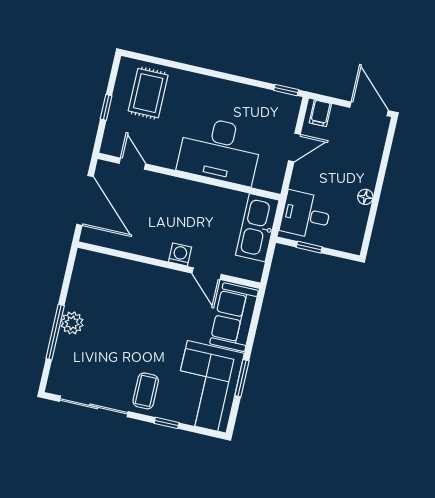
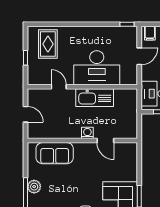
door: (132, 164) -> (59, 87), moved
door: (85, 201) -> (26, 114), width x0.53
kitchen sink: (257, 228) -> (95, 98), moved, turned -90
sofa: (234, 317) -> (55, 153), moved, turned -90

